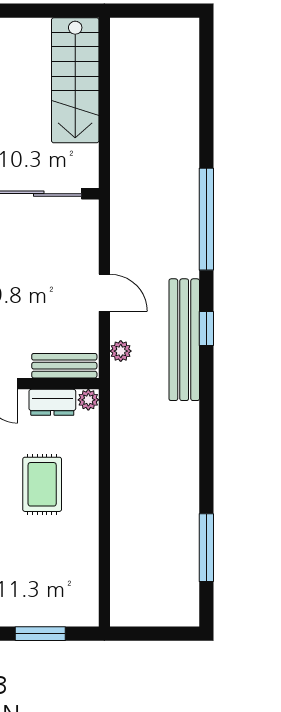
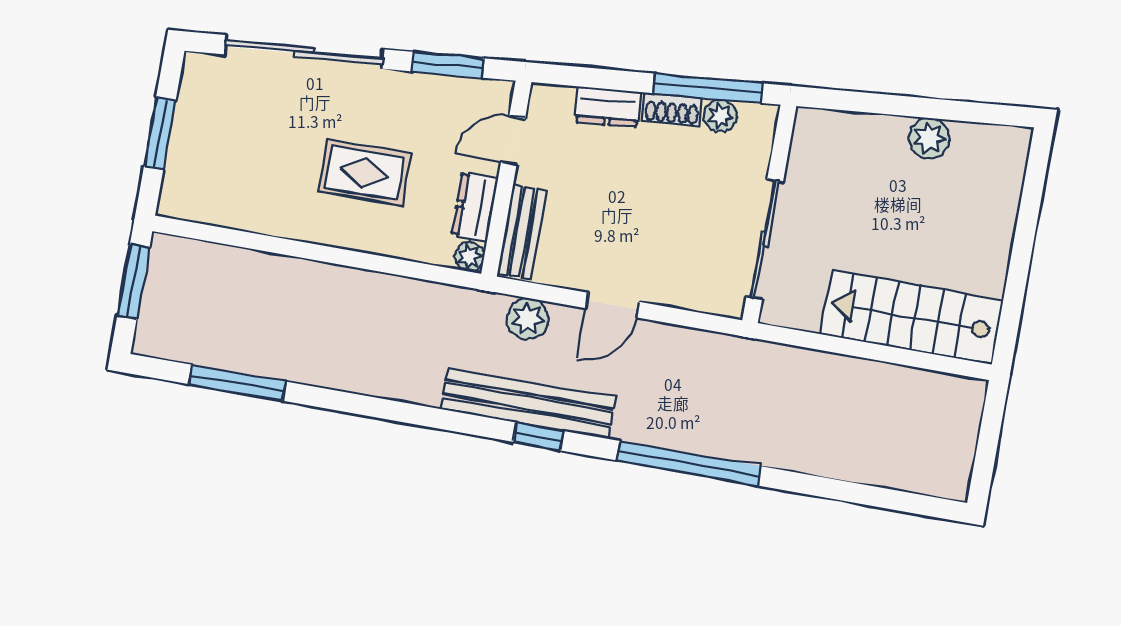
plant: (121, 351) -> (527, 319), width x1.38, depth x1.38
window: (147, 634) -> (133, 281), added

